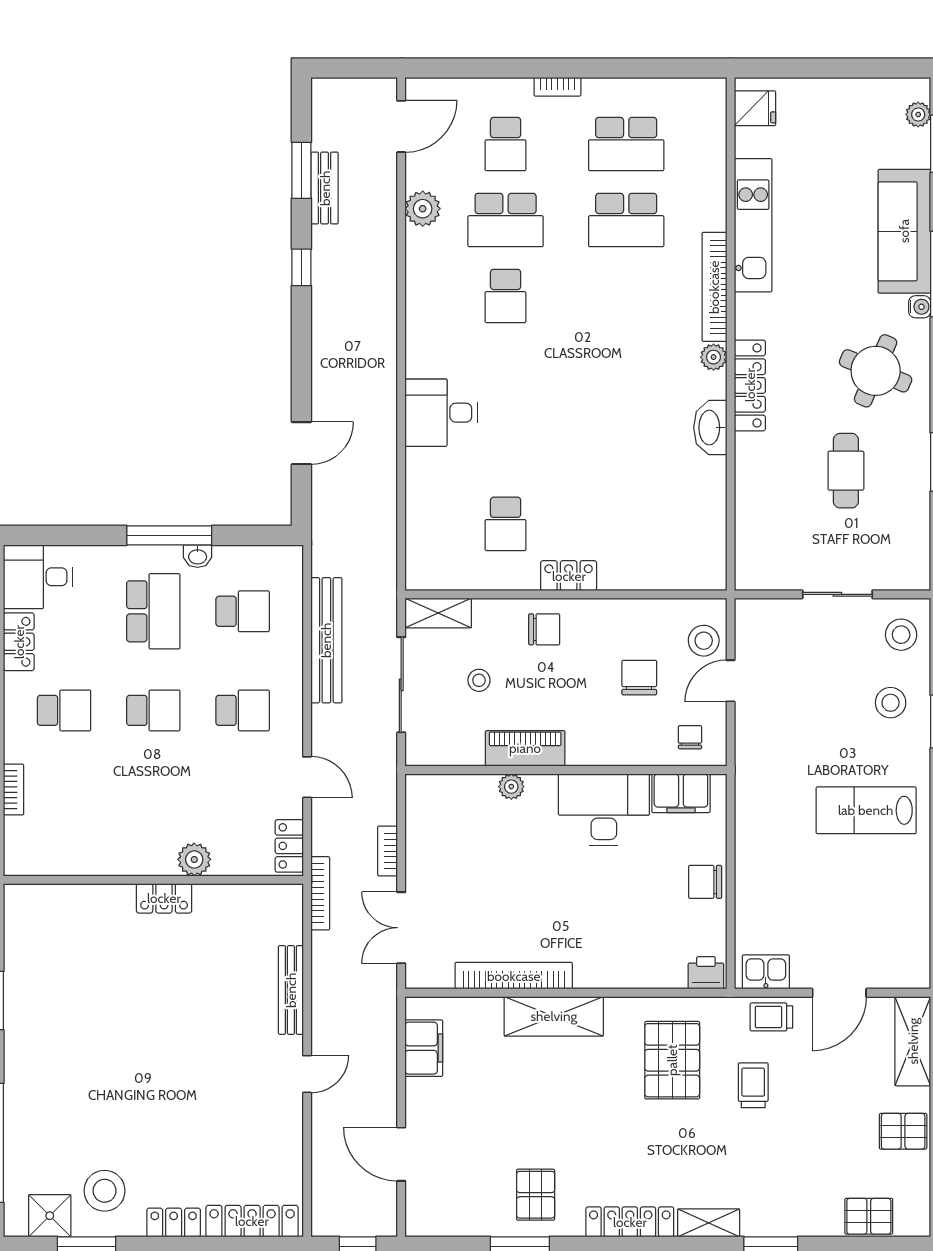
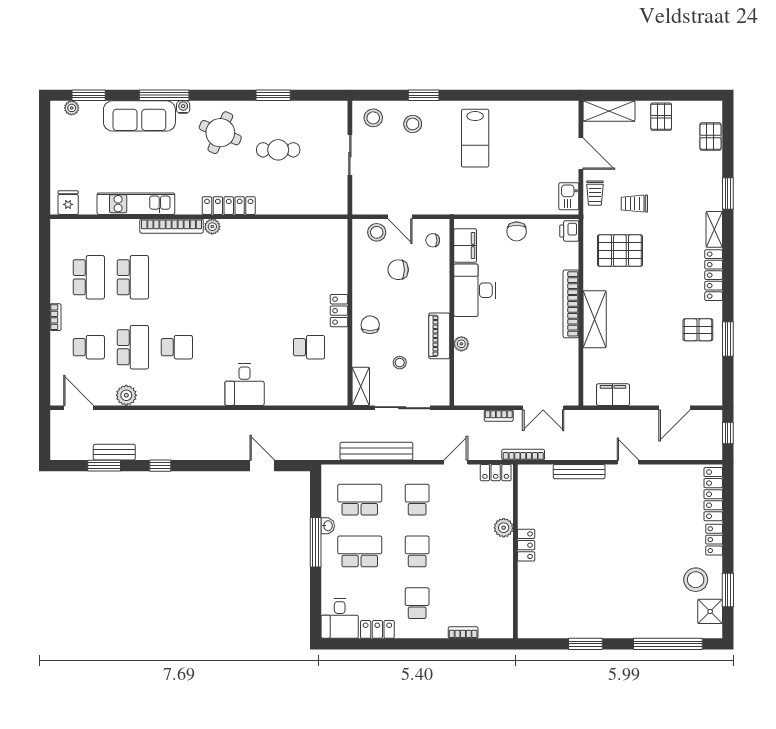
washbasin: (710, 428) -> (253, 229), removed
school desk: (243, 611) -> (360, 500), width x1.85
bookcase: (514, 976) -> (571, 304), moved

